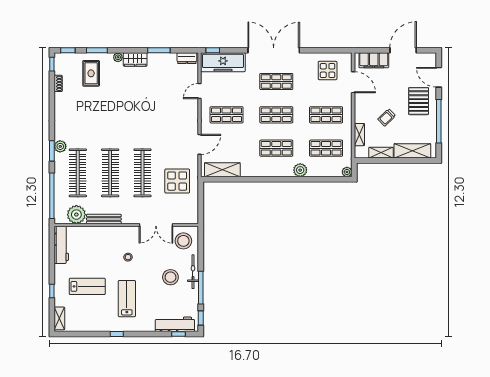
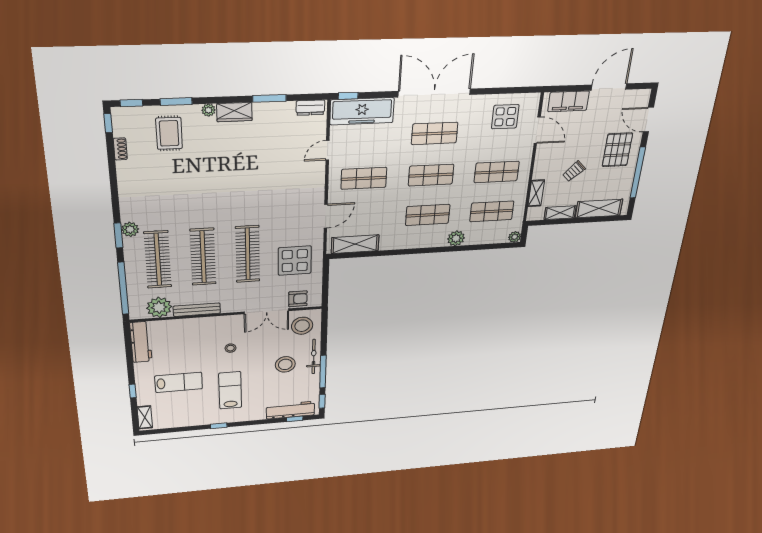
armchair: (180, 215) -> (298, 299), added

